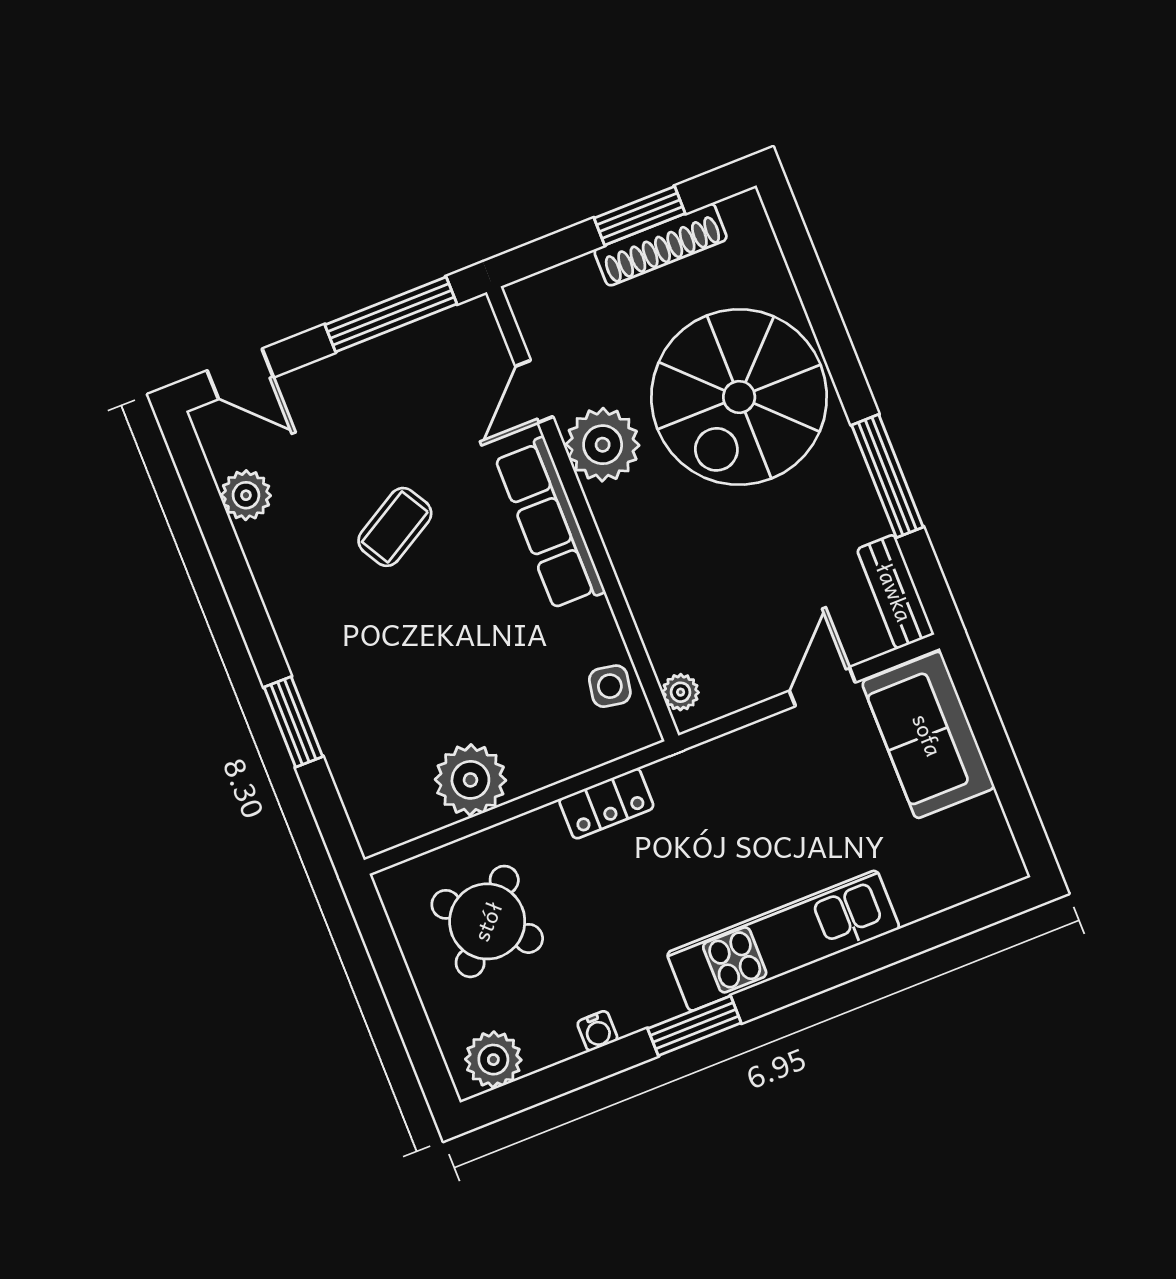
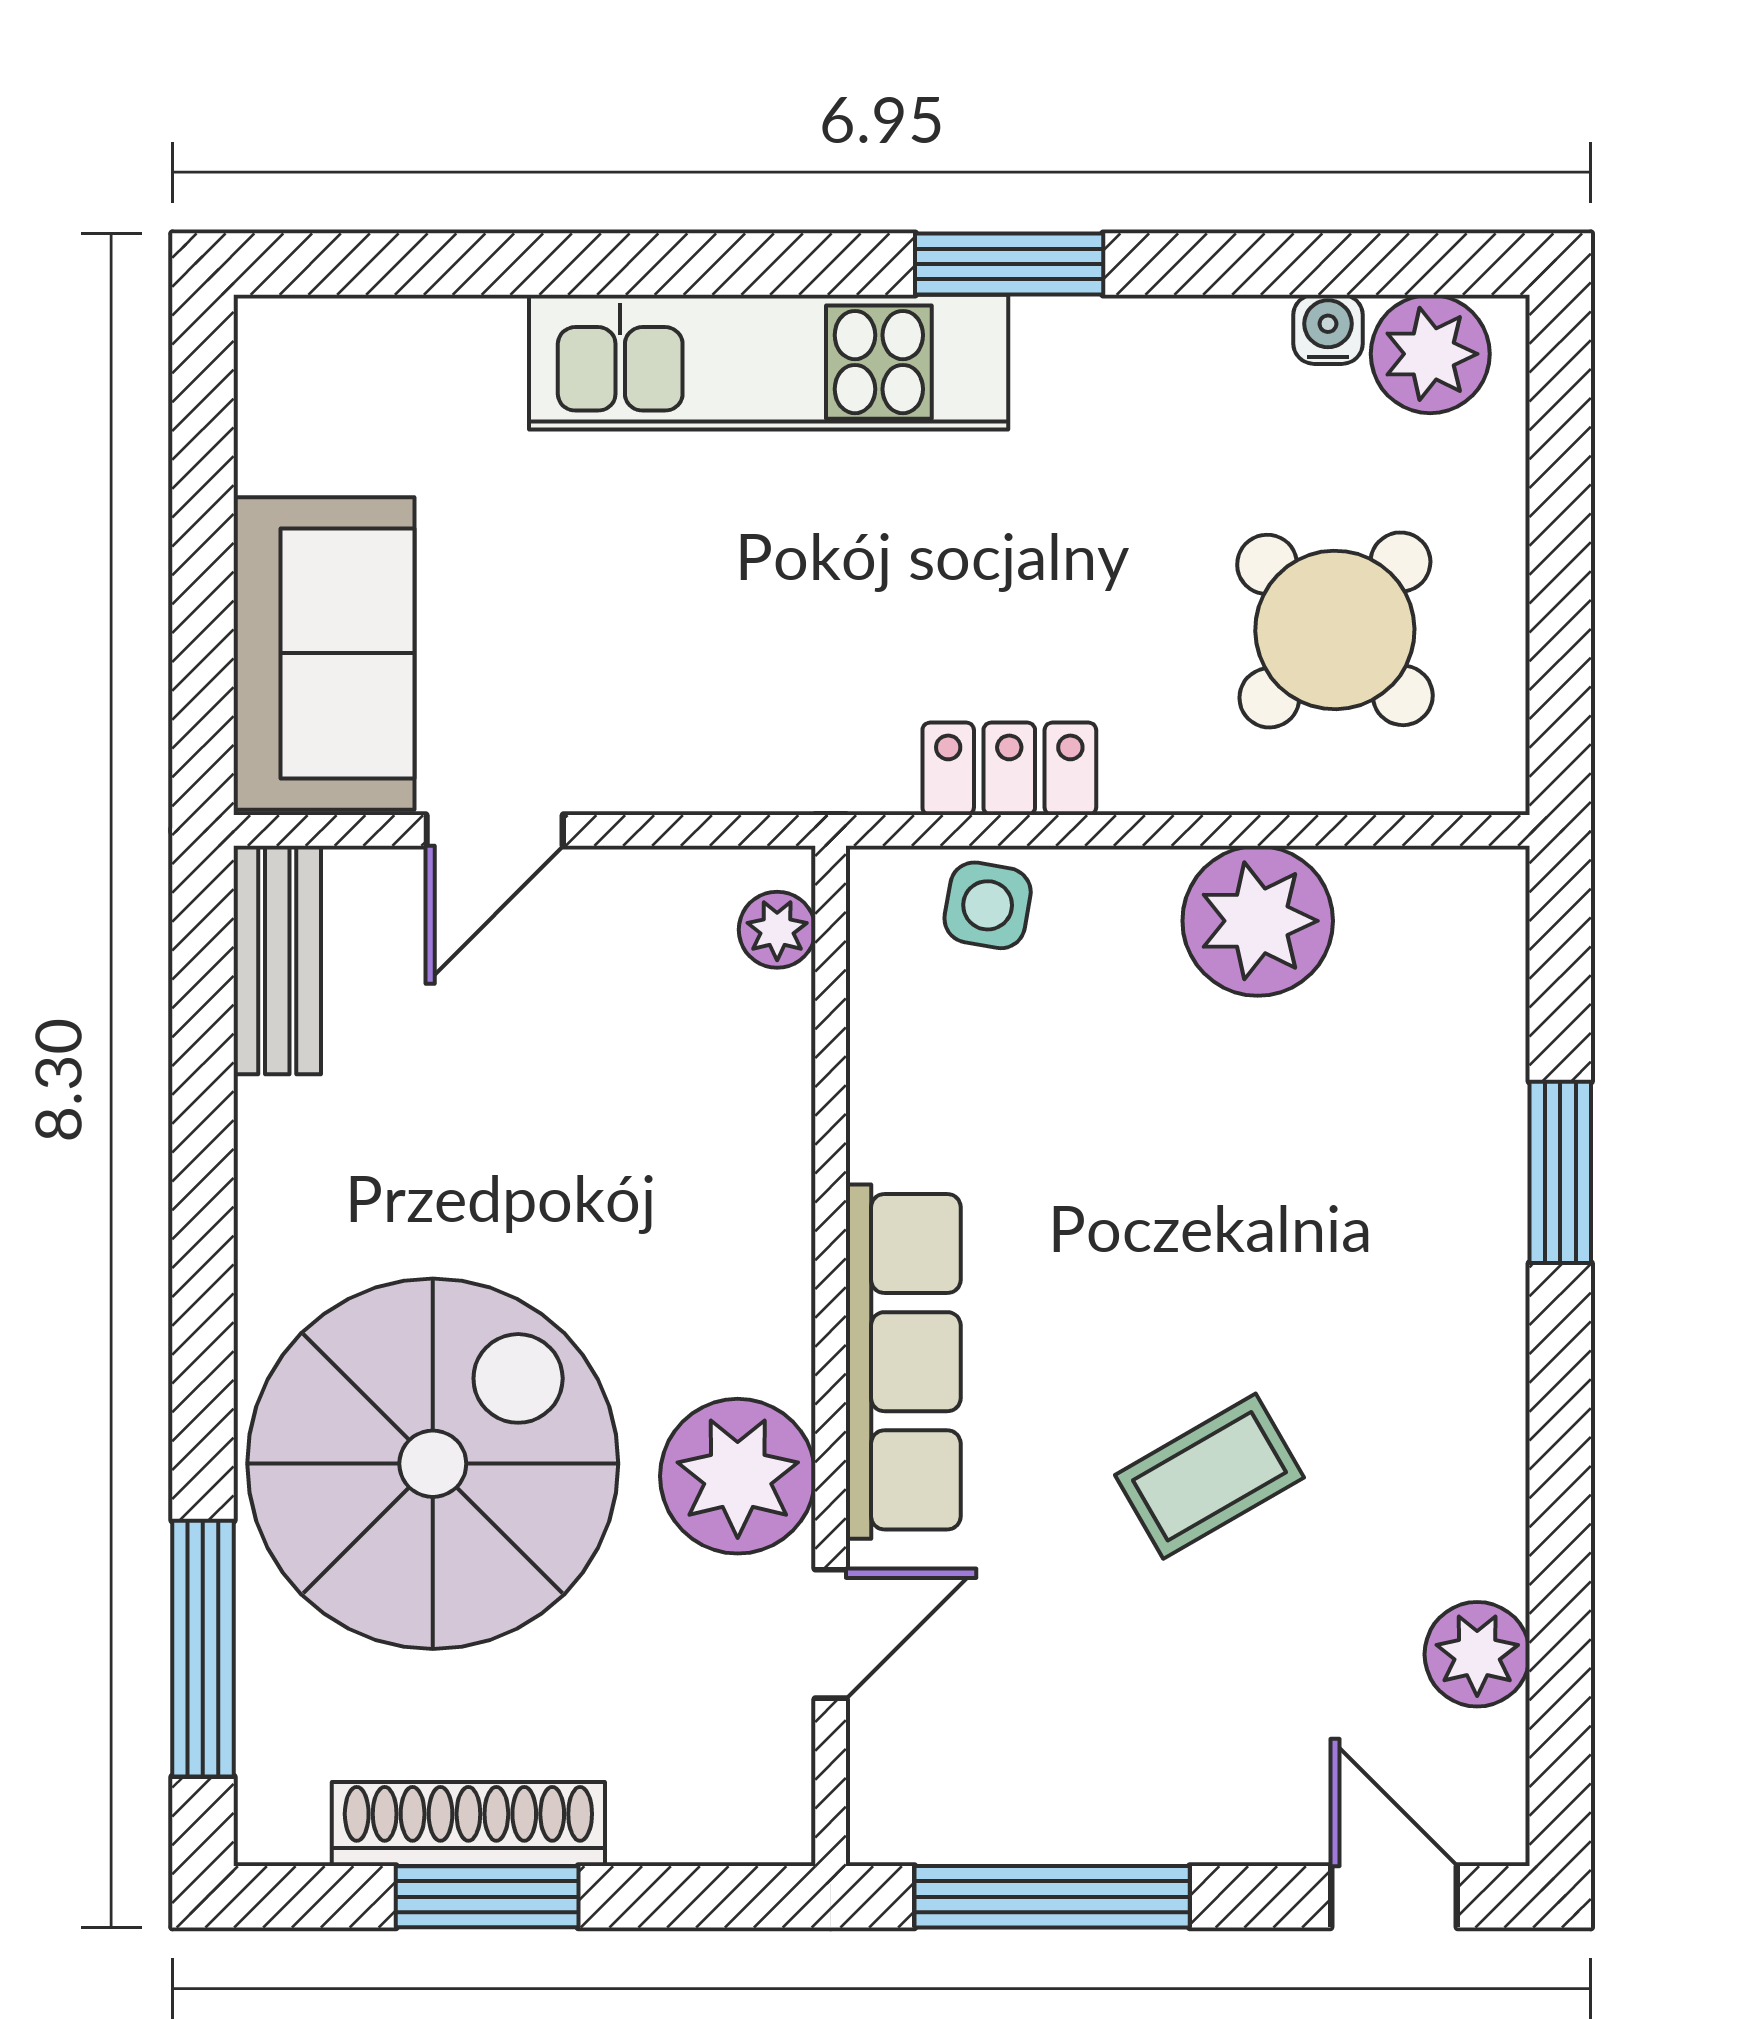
window: (887, 476) -> (203, 1649), moved
side table: (610, 686) -> (988, 905), moved
water cooler: (597, 1031) -> (1328, 329), moved

